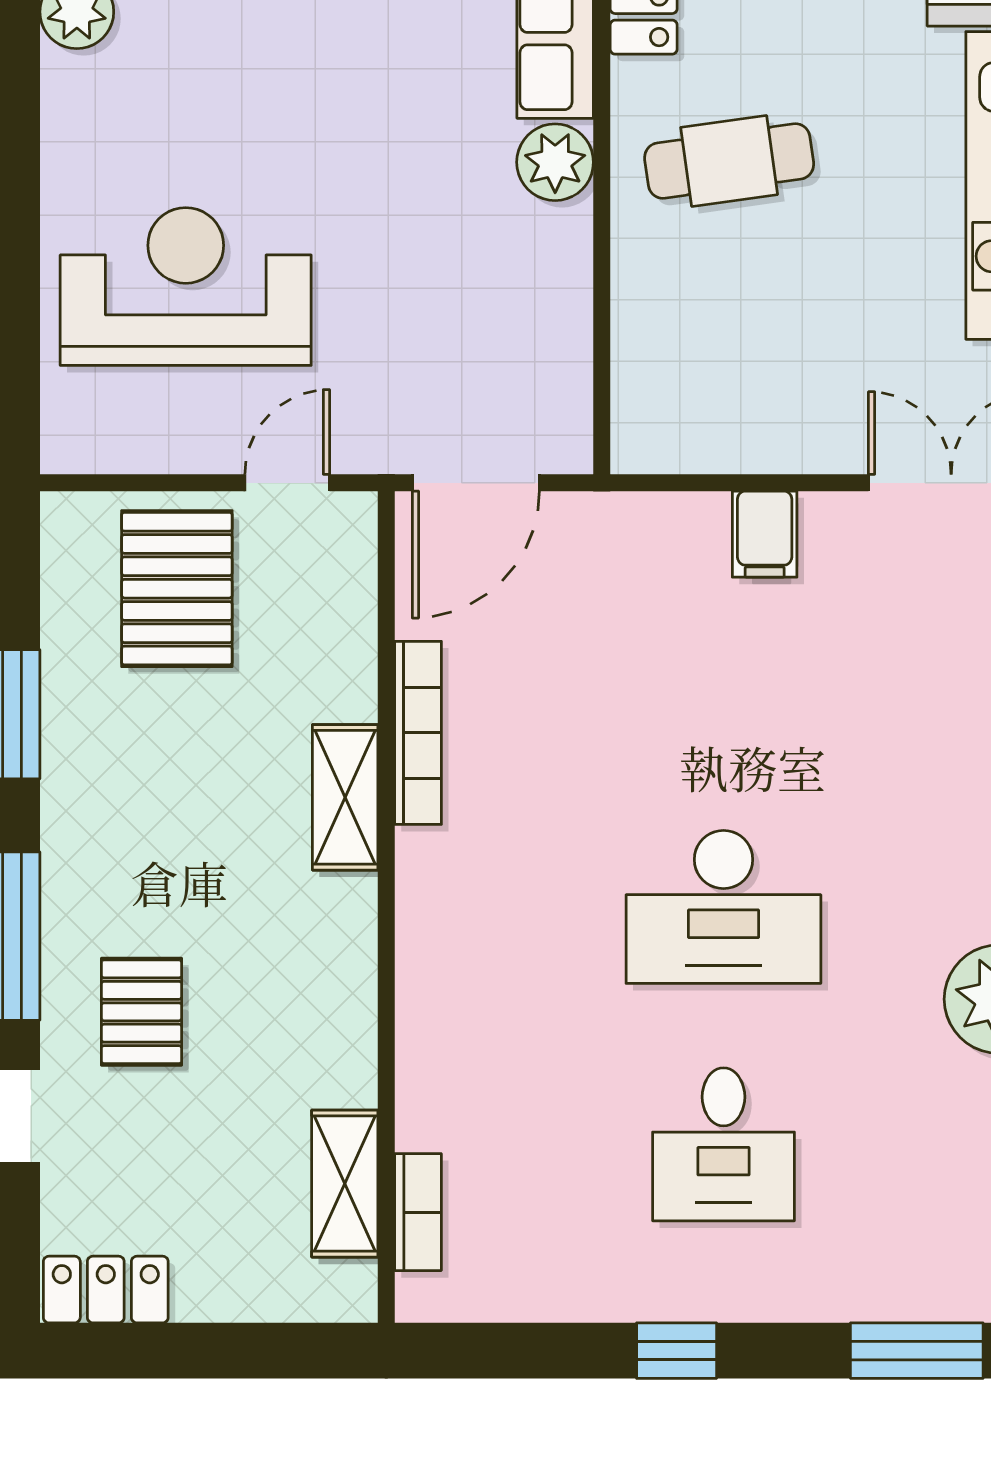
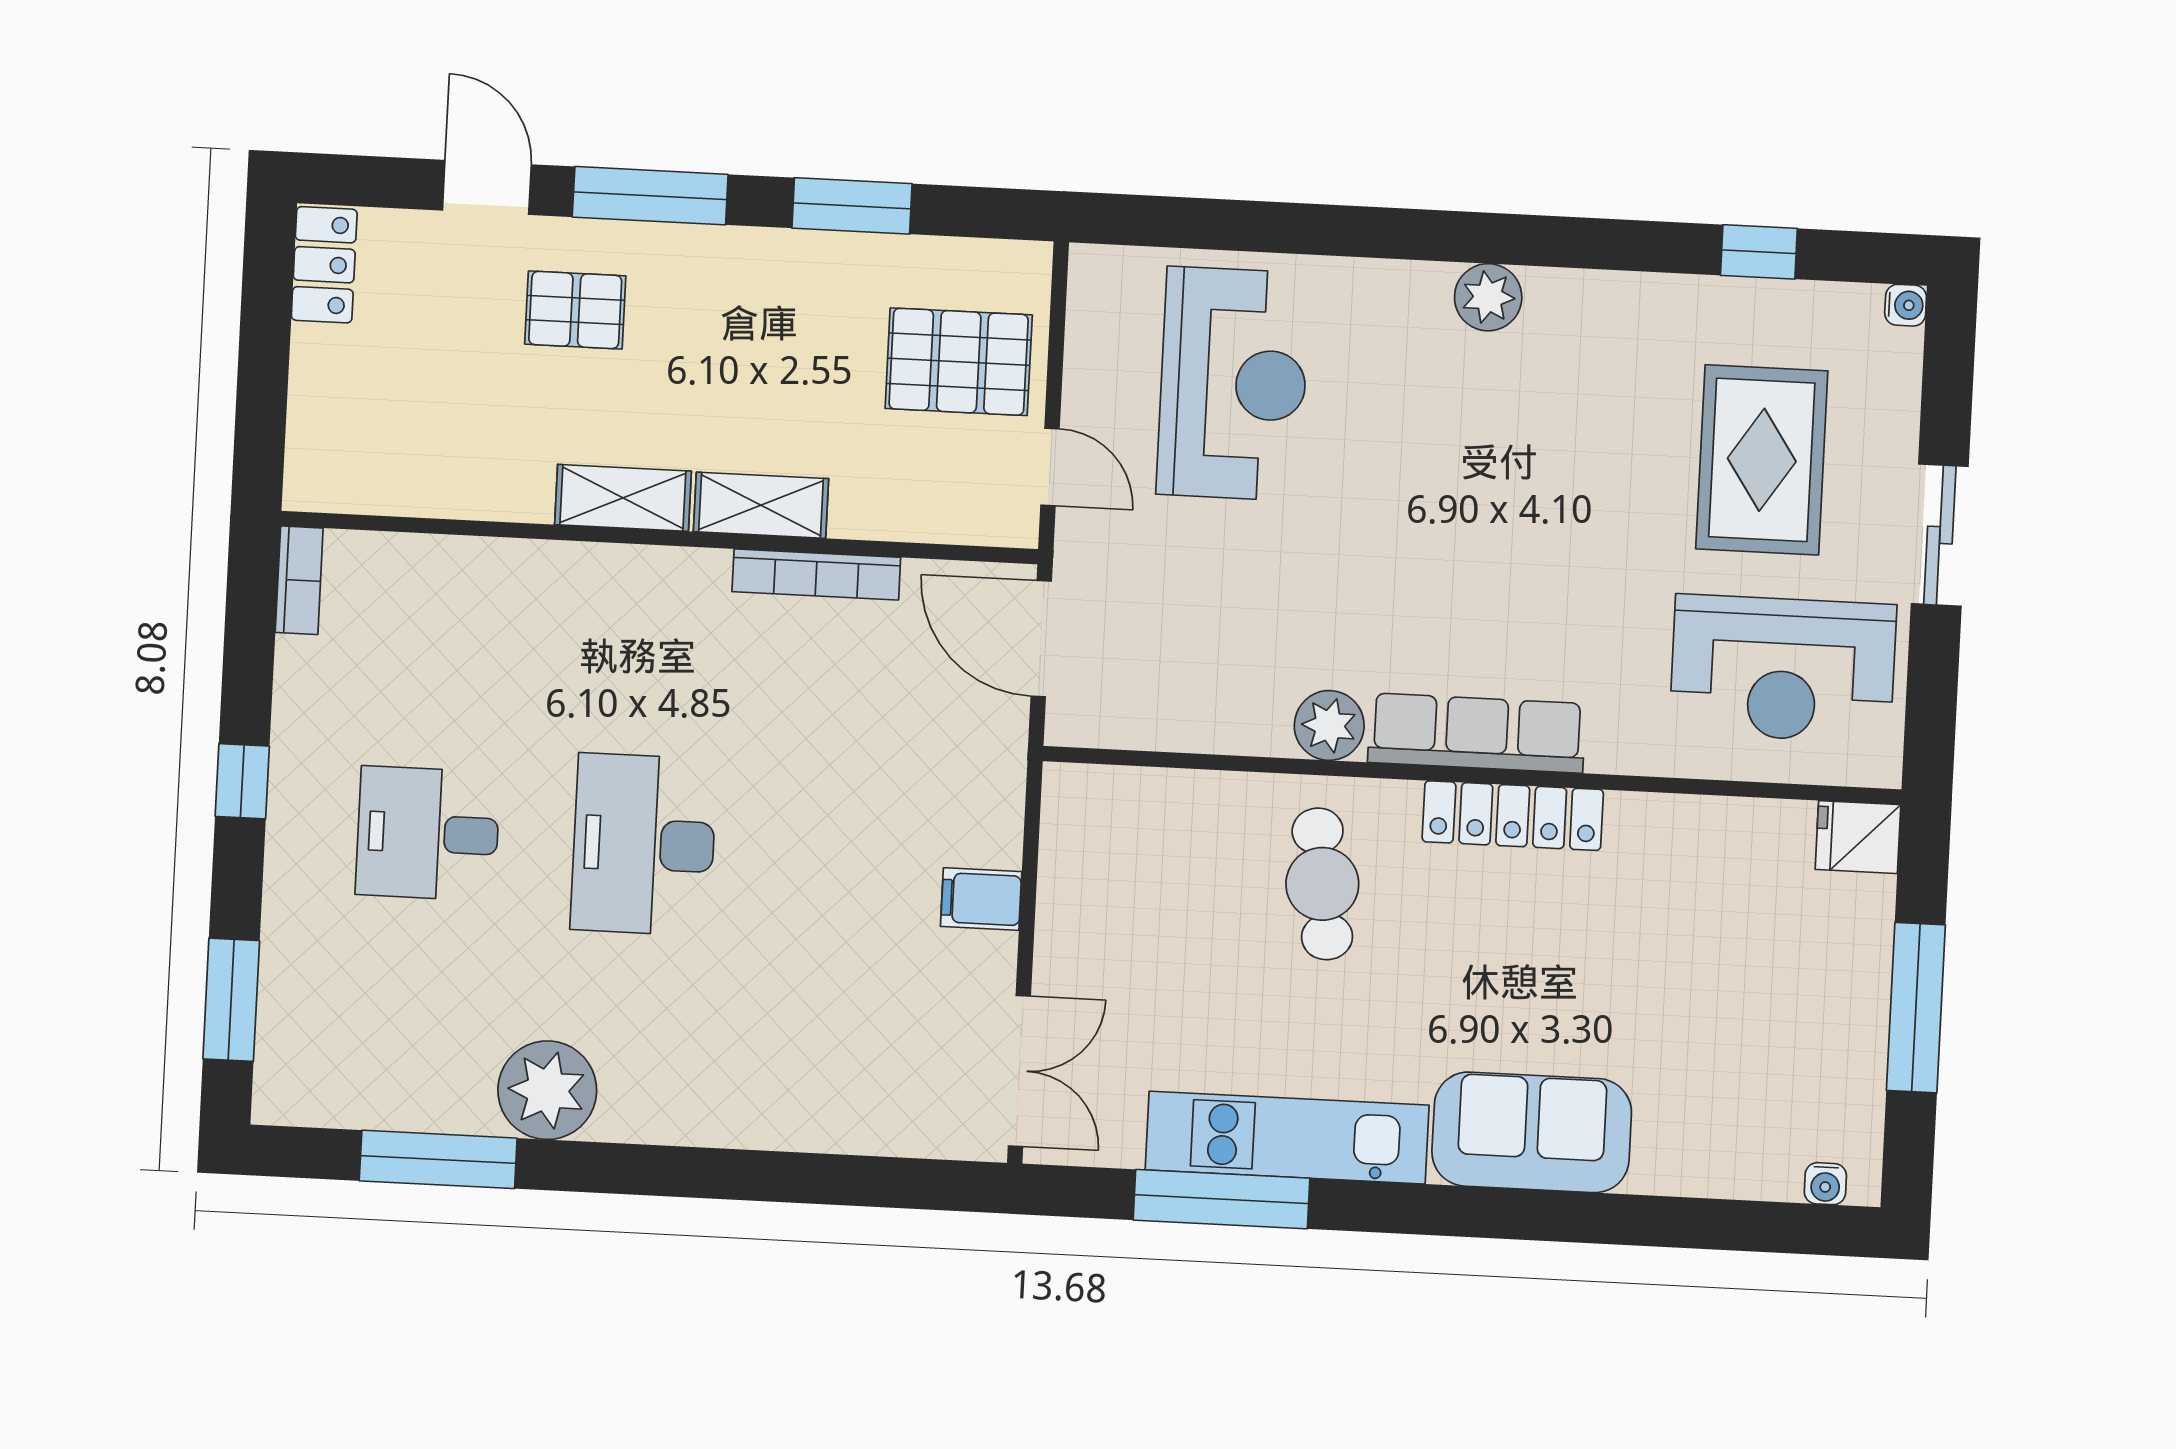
shelving: (345, 1184) -> (623, 498), moved
bookcase: (418, 1212) -> (299, 580), moved, turned -90

